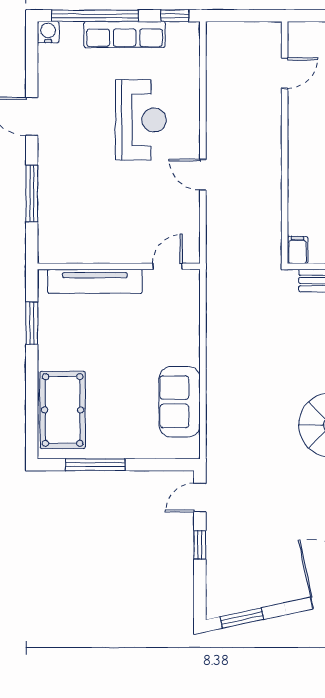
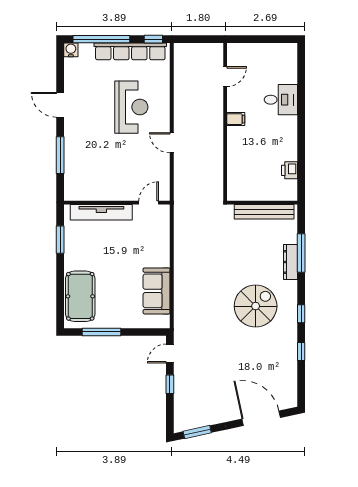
row of seats: (125, 35) -> (130, 51), width x1.36
filing cabinet: (298, 250) -> (236, 119), moved, turned 90

